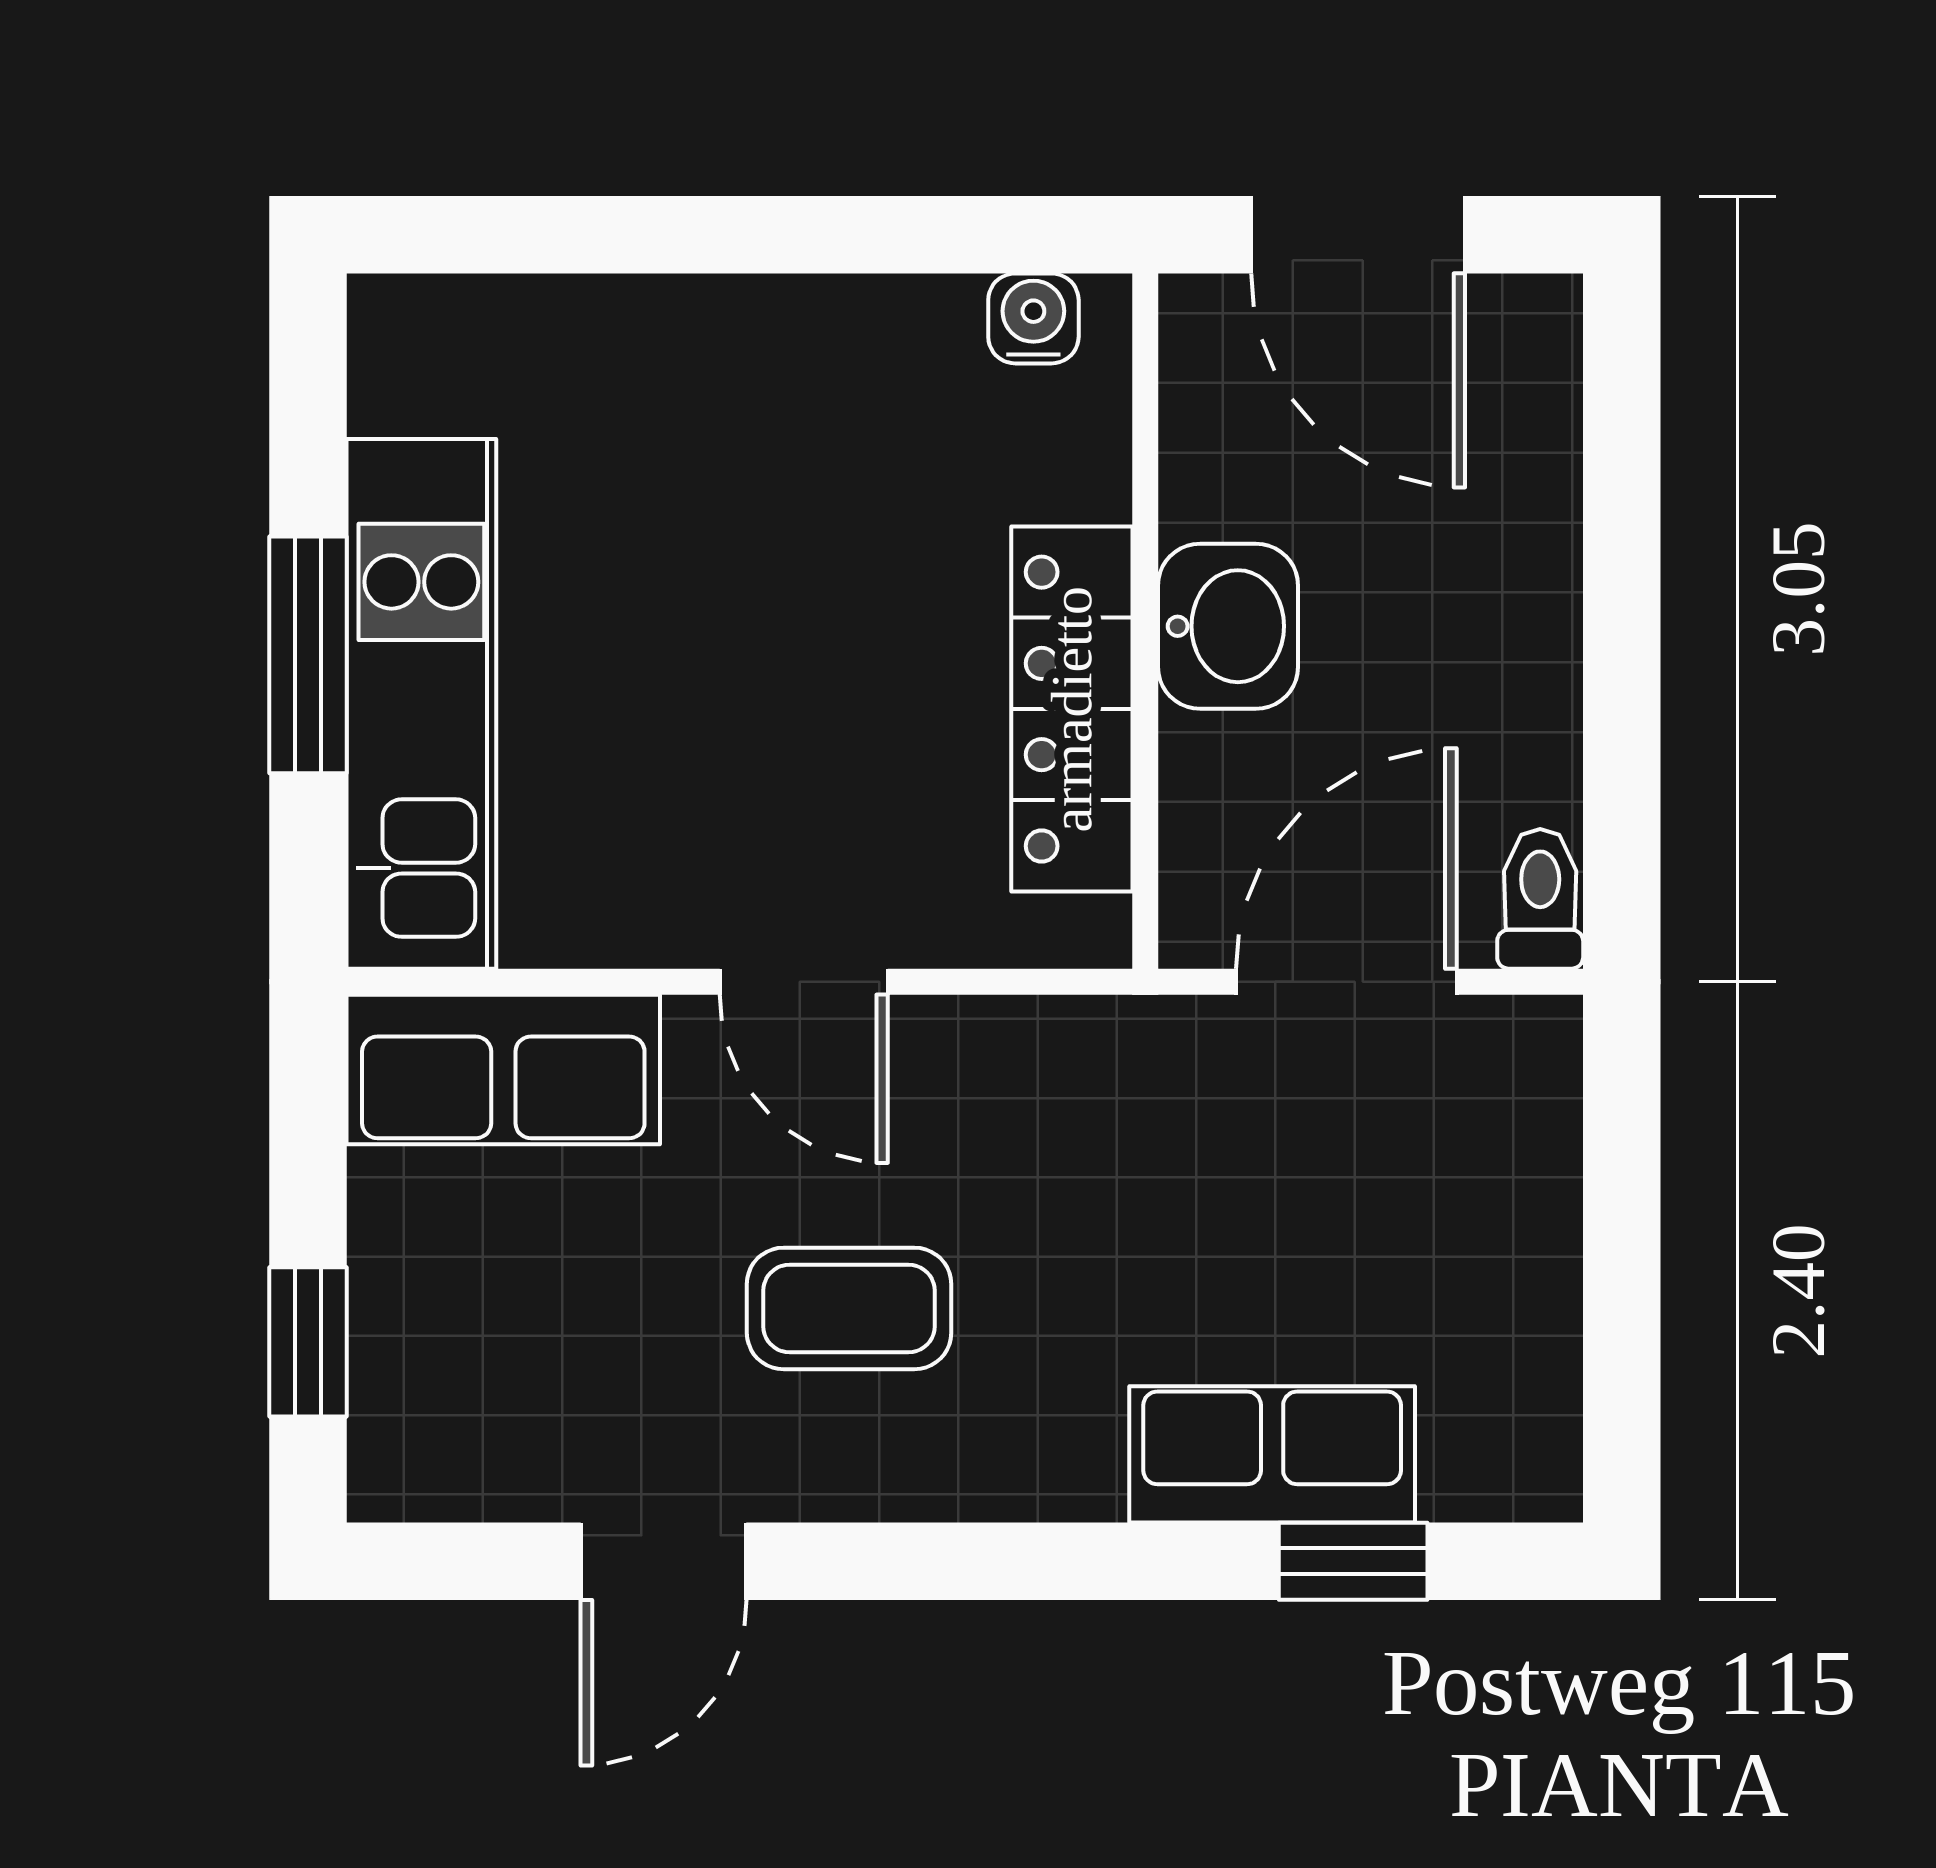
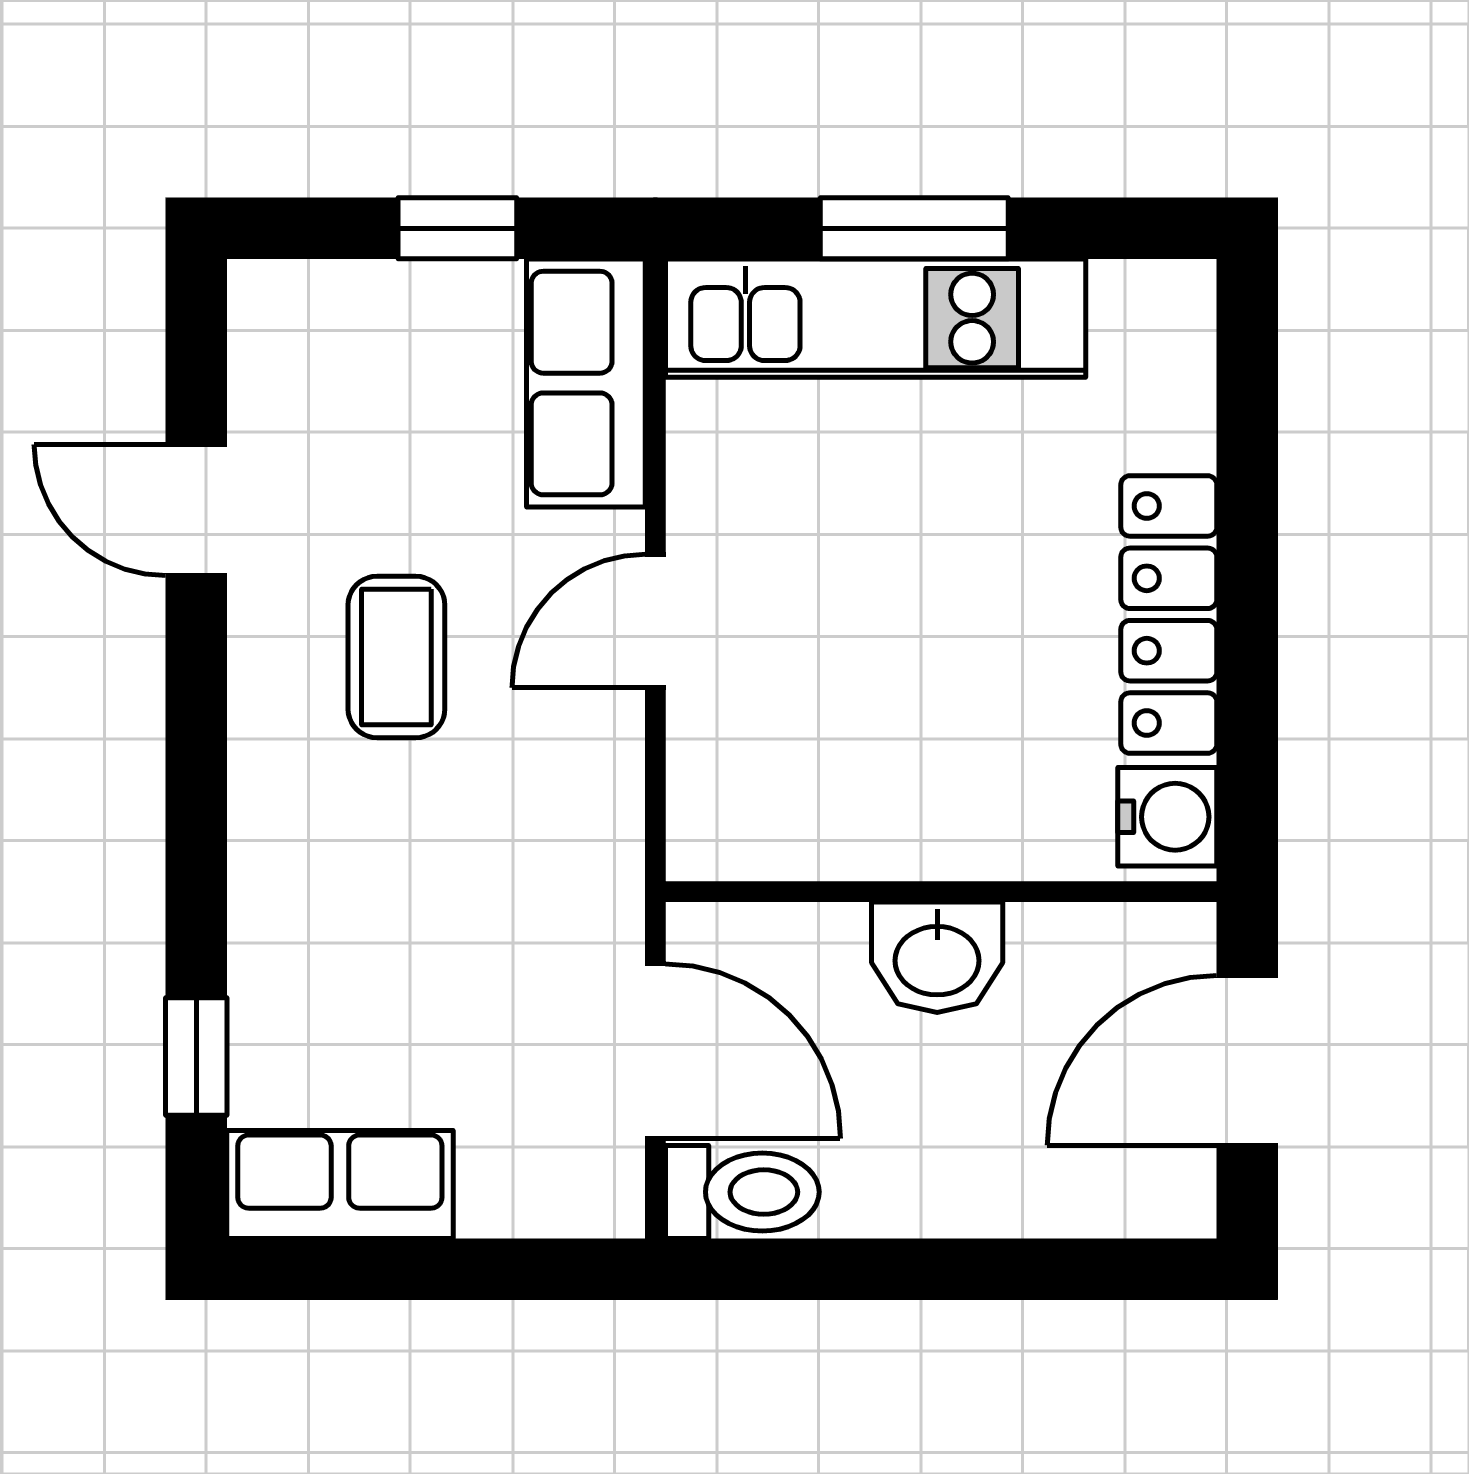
water cooler: (1033, 318) -> (1167, 817), width x1.38, depth x1.38
locker: (1072, 709) -> (1169, 614), moved, turned -90
toilet: (1540, 899) -> (742, 1192), width x1.37, depth x1.39
window: (308, 1342) -> (457, 228), moved
row of seats: (1272, 1454) -> (340, 1185), moved, turned -90

